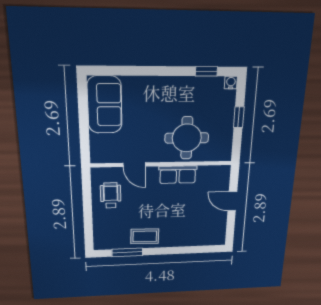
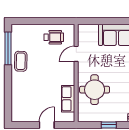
row of seats: (178, 175) -> (68, 99), moved
window: (127, 252) -> (8, 48), width x1.44

